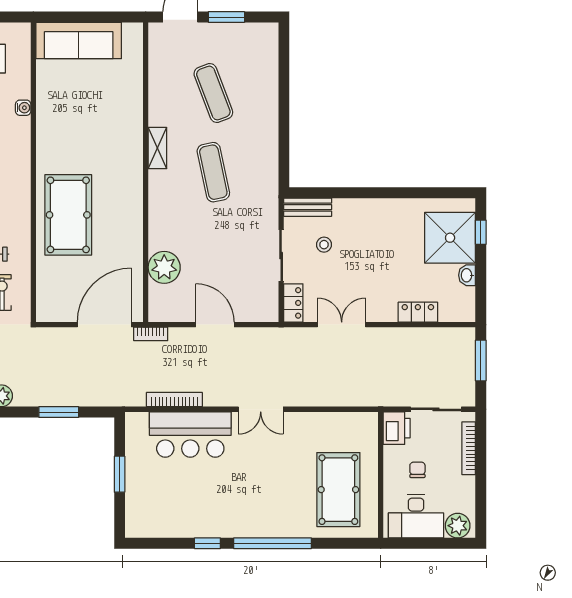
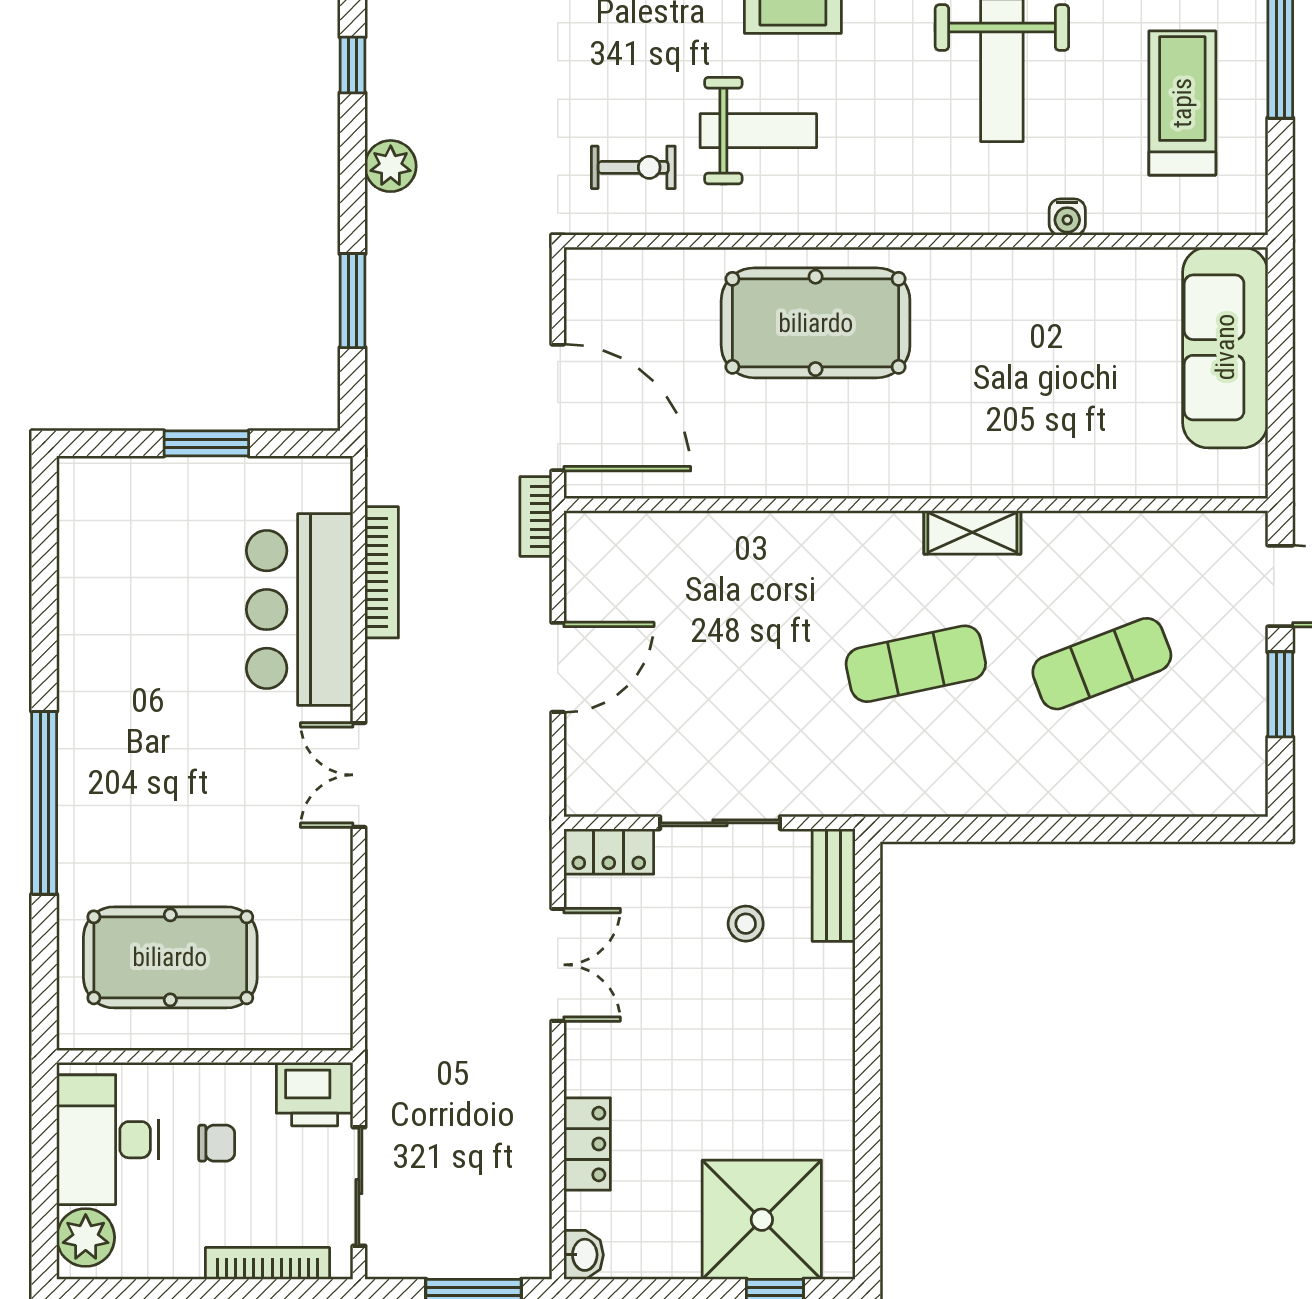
plant: (164, 267) -> (692, 548), removed
washbasin: (467, 275) -> (584, 1255), moved, turned 90
window: (207, 543) -> (44, 650), removed

